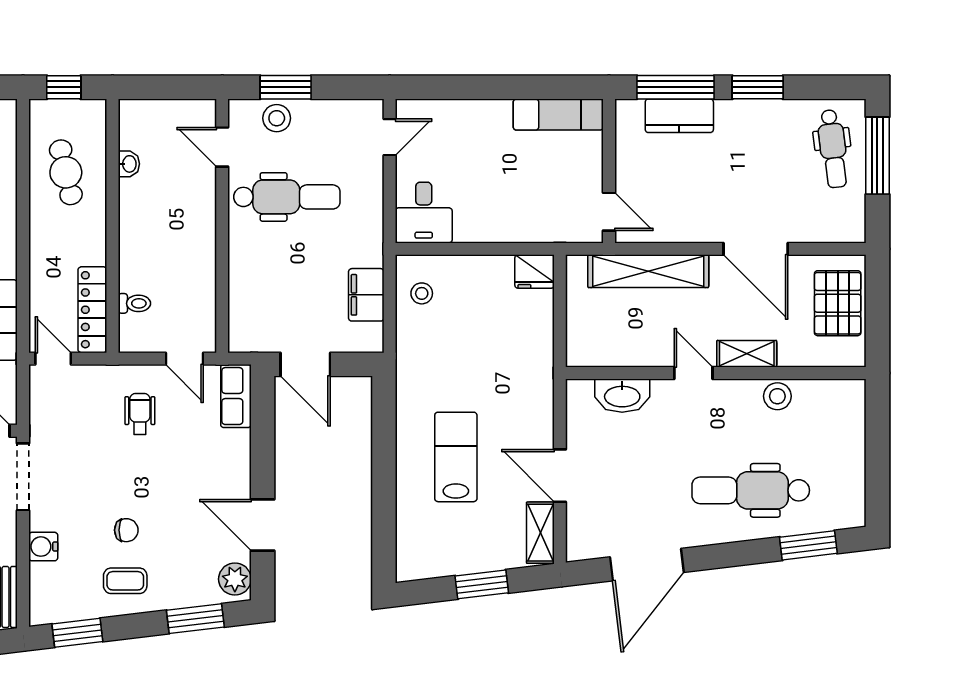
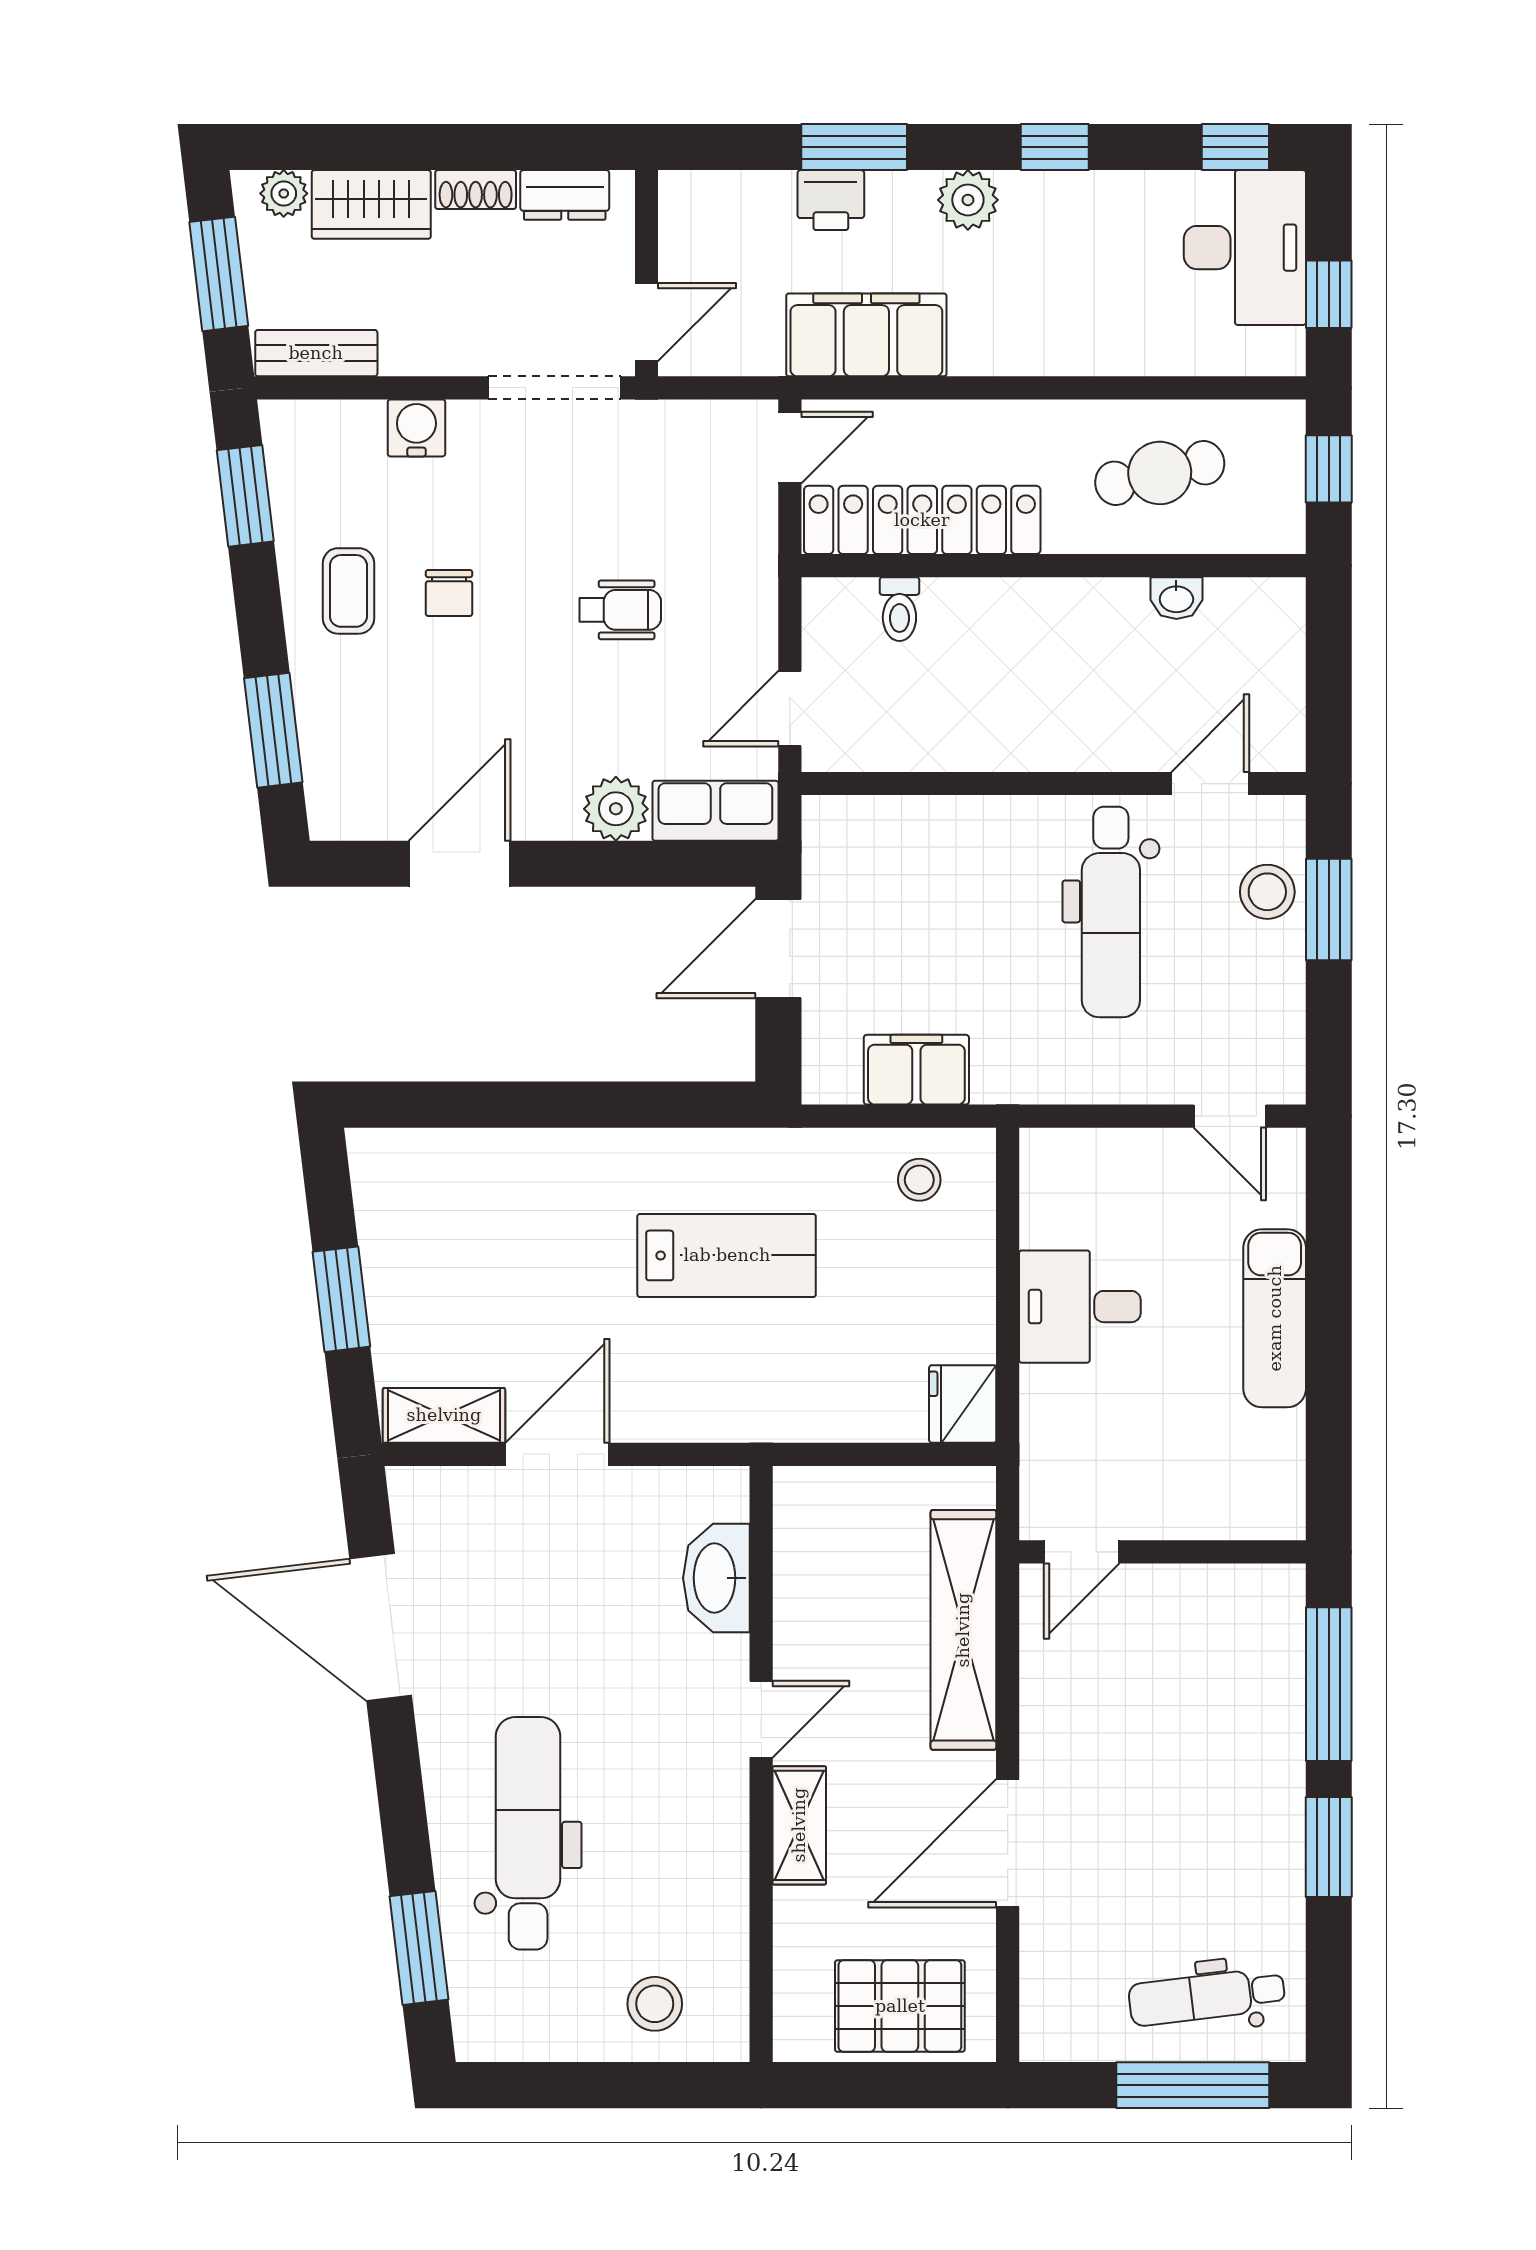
exam couch: (558, 115) -> (1275, 1318), moved
kitchen counter: (679, 116) -> (1272, 1692), removed
desk: (424, 213) -> (1080, 1307), moved
locker: (92, 310) -> (922, 520), width x1.41, depth x1.21
stool: (777, 396) -> (655, 2004), moved
wheelchair: (140, 414) -> (620, 610), moved
lab bench: (456, 457) -> (727, 1255), moved
plant: (235, 579) -> (616, 809), moved

